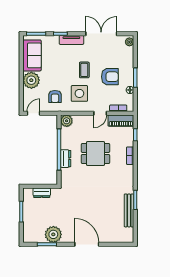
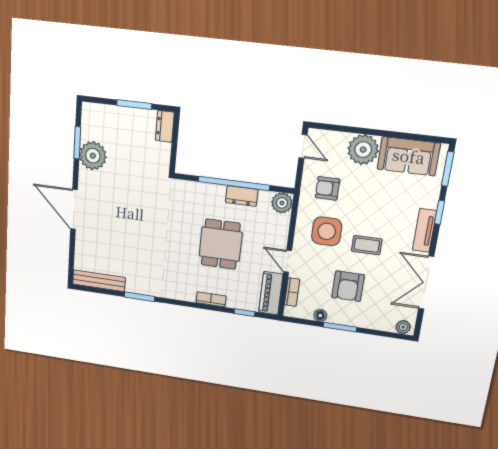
double door: (101, 34) -> (426, 283), swing flipped
dresser: (66, 159) -> (242, 196), moved
dresser: (42, 193) -> (165, 126), moved
bench: (129, 210) -> (99, 281), moved
door: (87, 244) -> (74, 209), swing flipped

